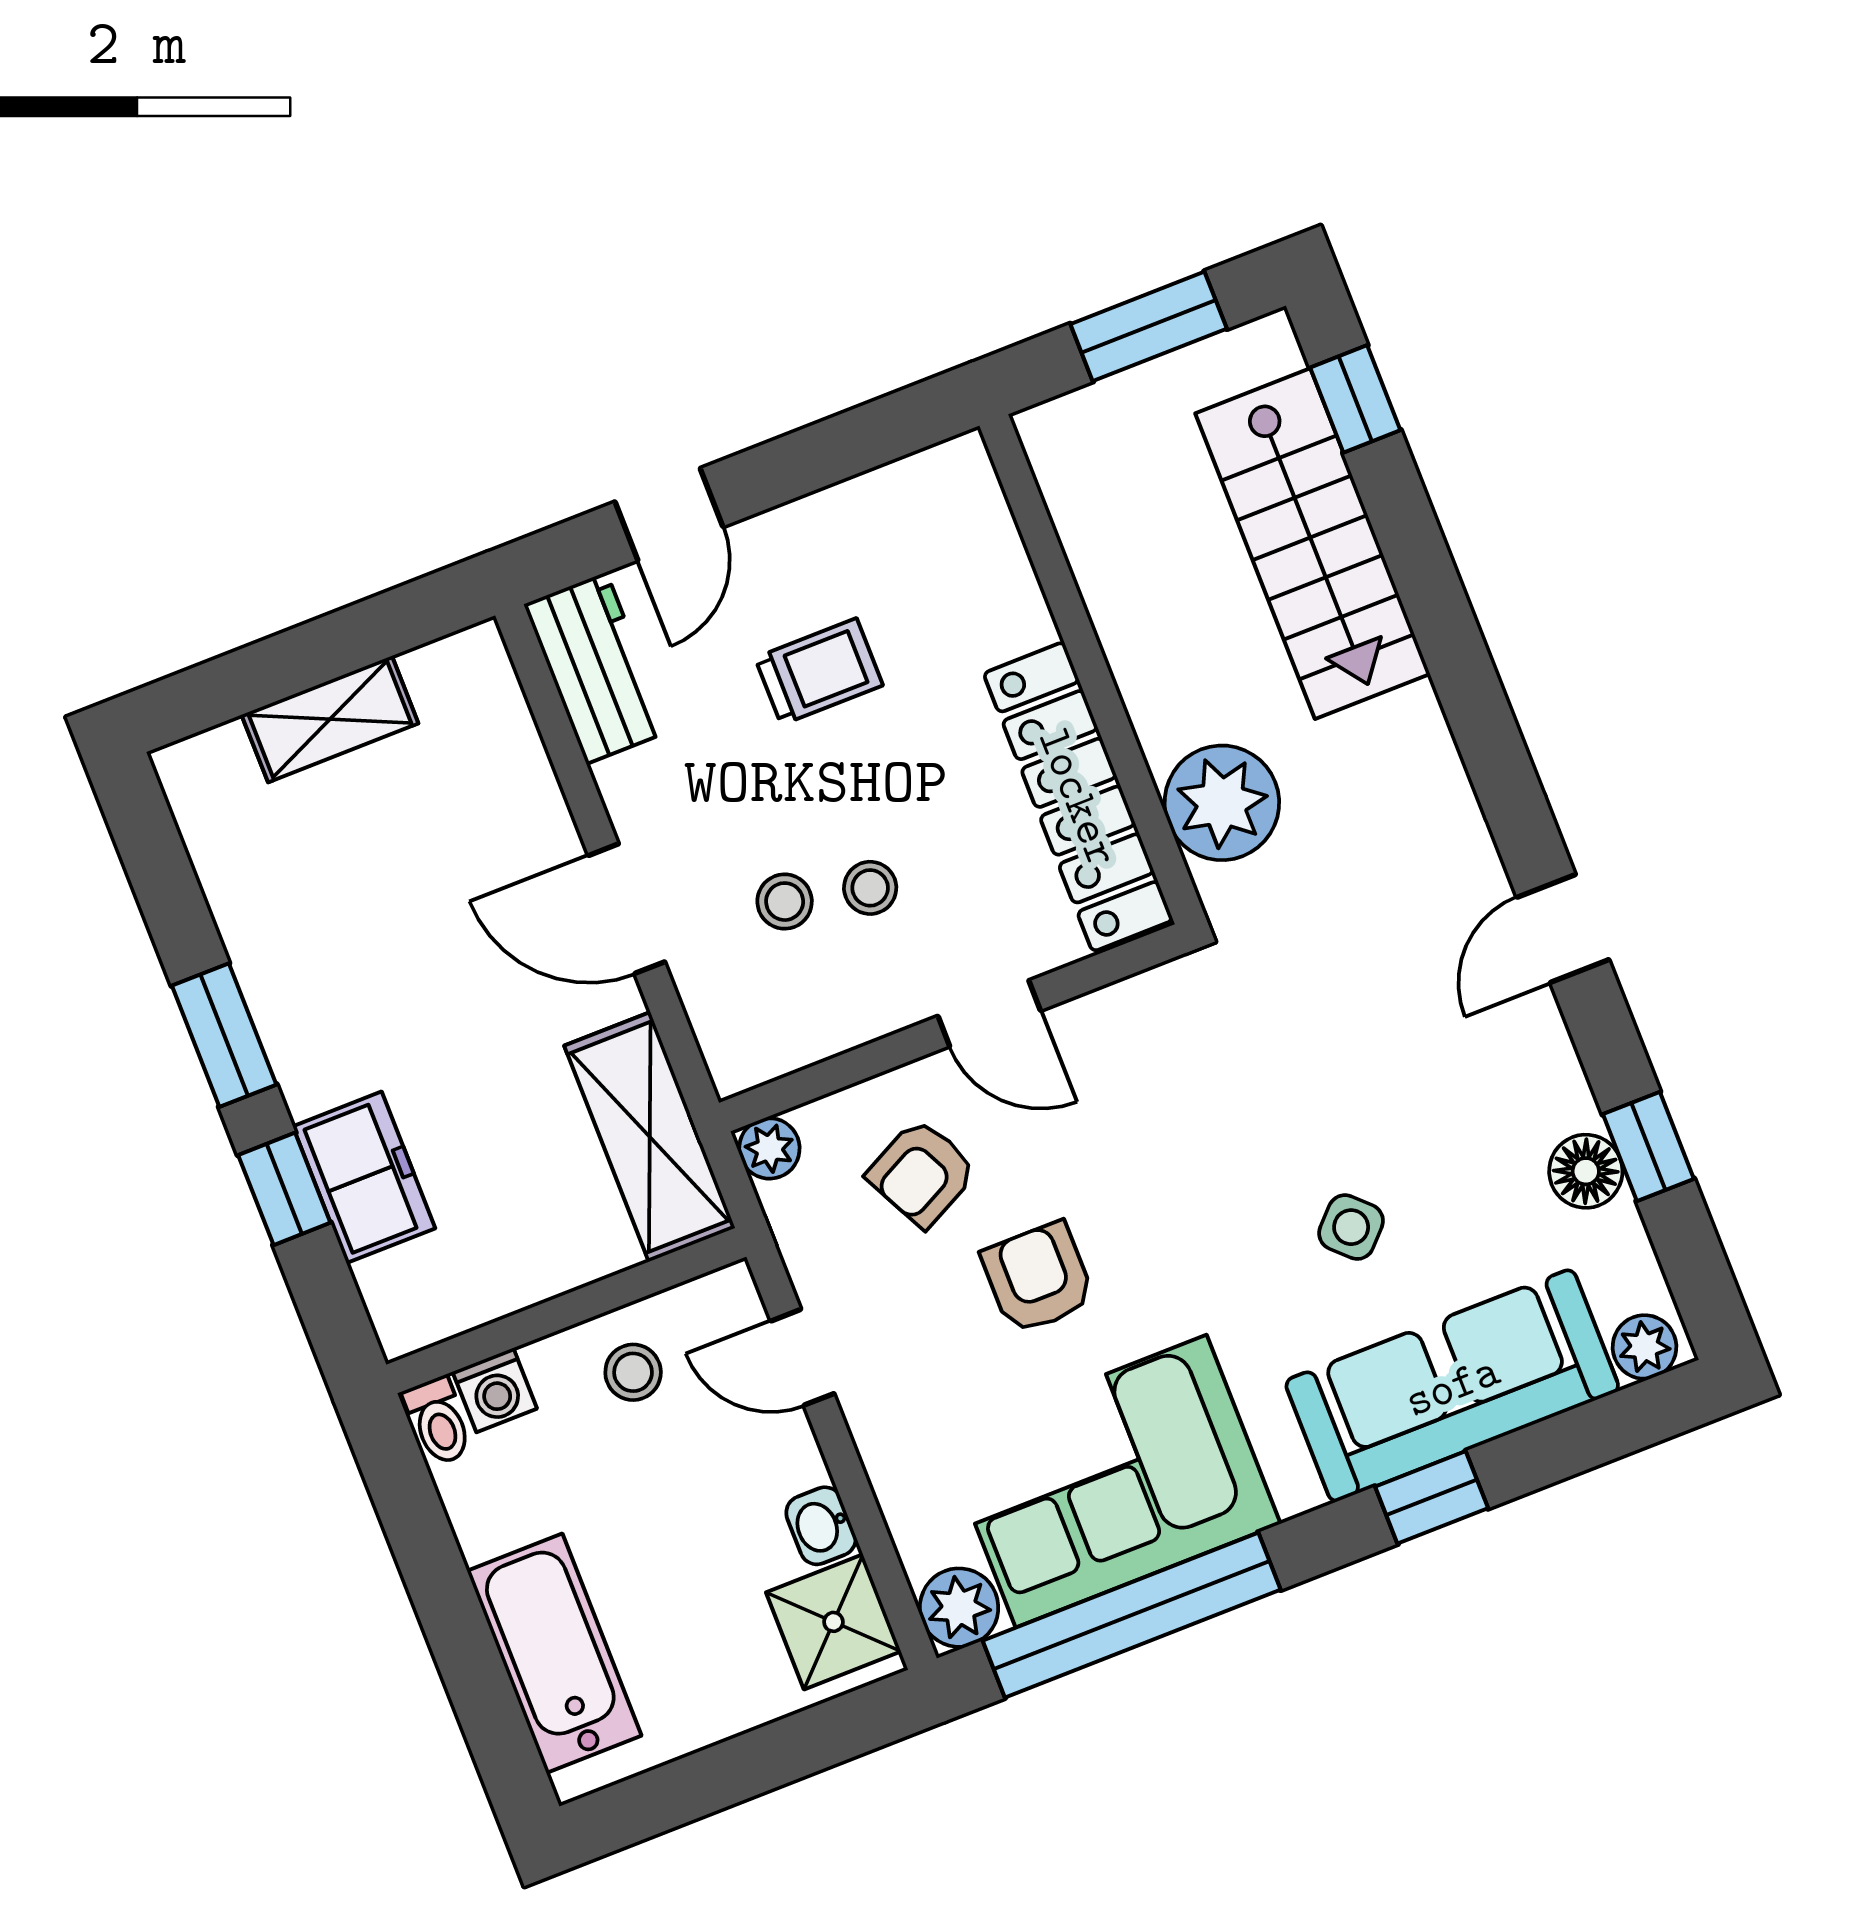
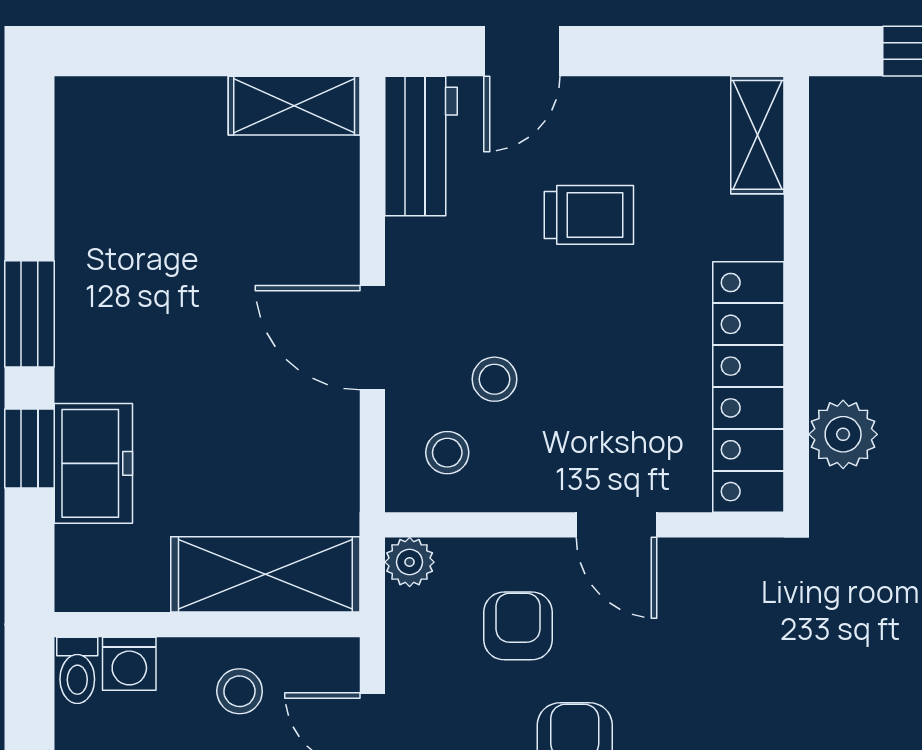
shelving: (976, 505) -> (757, 135), added
shelving: (330, 719) -> (294, 106), moved
plant: (1222, 803) -> (843, 434), width x0.73, depth x0.73
stool: (870, 888) -> (447, 453), moved
shelving: (650, 1137) -> (265, 574), moved, turned 90
armchair: (922, 1173) -> (518, 626), turned 117

